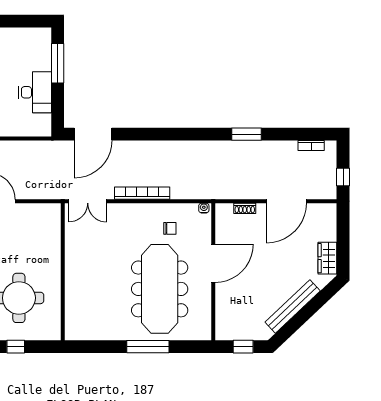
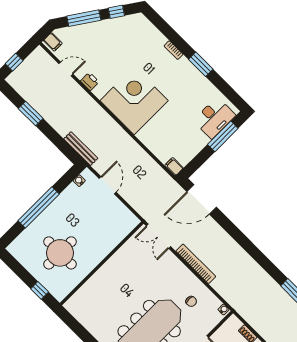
desk: (35, 92) -> (214, 118), moved
filing cabinet: (42, 130) -> (174, 167), added
window: (16, 347) -> (40, 290), moved

